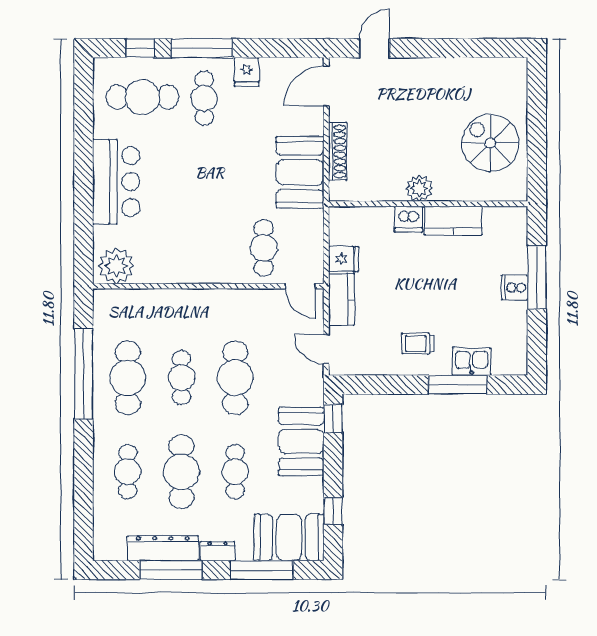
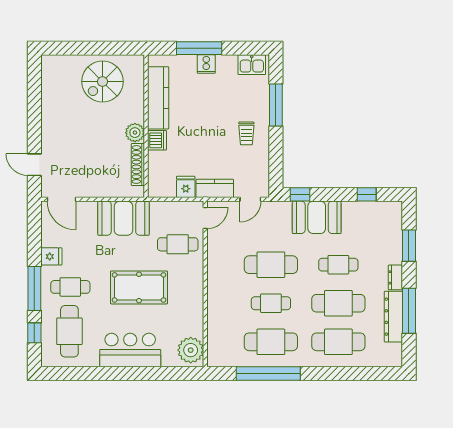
shoe rack: (338, 151) -> (138, 164), moved, turned -90
pool table: (203, 194) -> (139, 287), added
kitchen counter: (453, 221) -> (158, 98), width x1.50
kitchen sink: (472, 362) -> (252, 65), moved, turned -90
cafe table: (128, 472) -> (338, 342), width x1.37, depth x1.35
booth: (289, 537) -> (386, 226), removed
window: (262, 570) -> (409, 246), width x0.69

